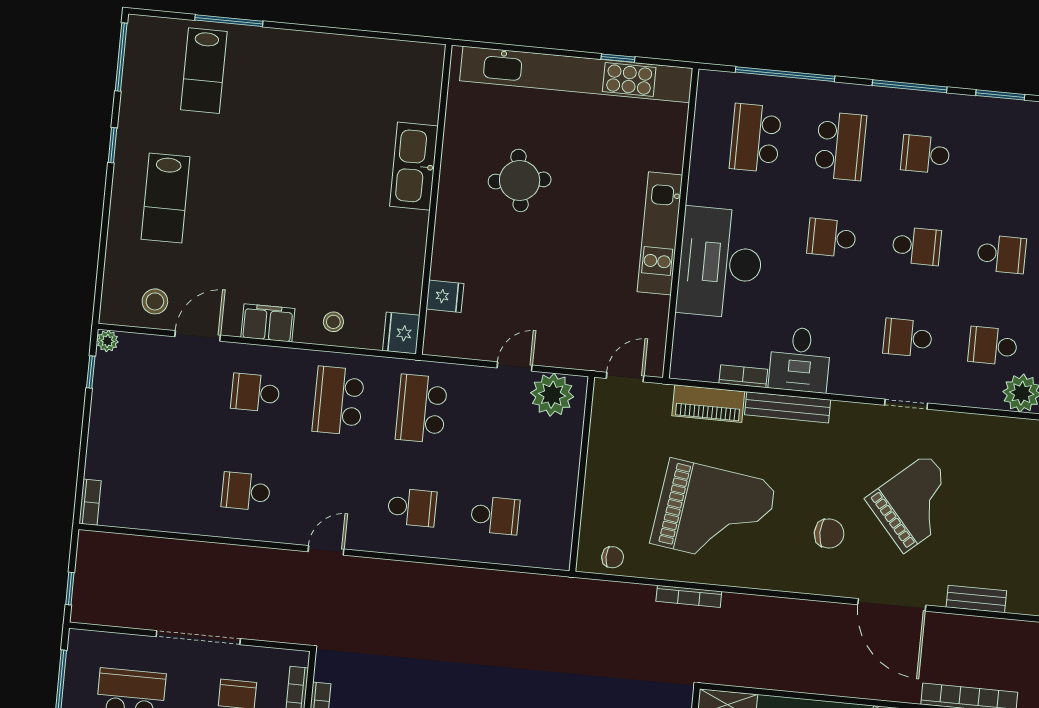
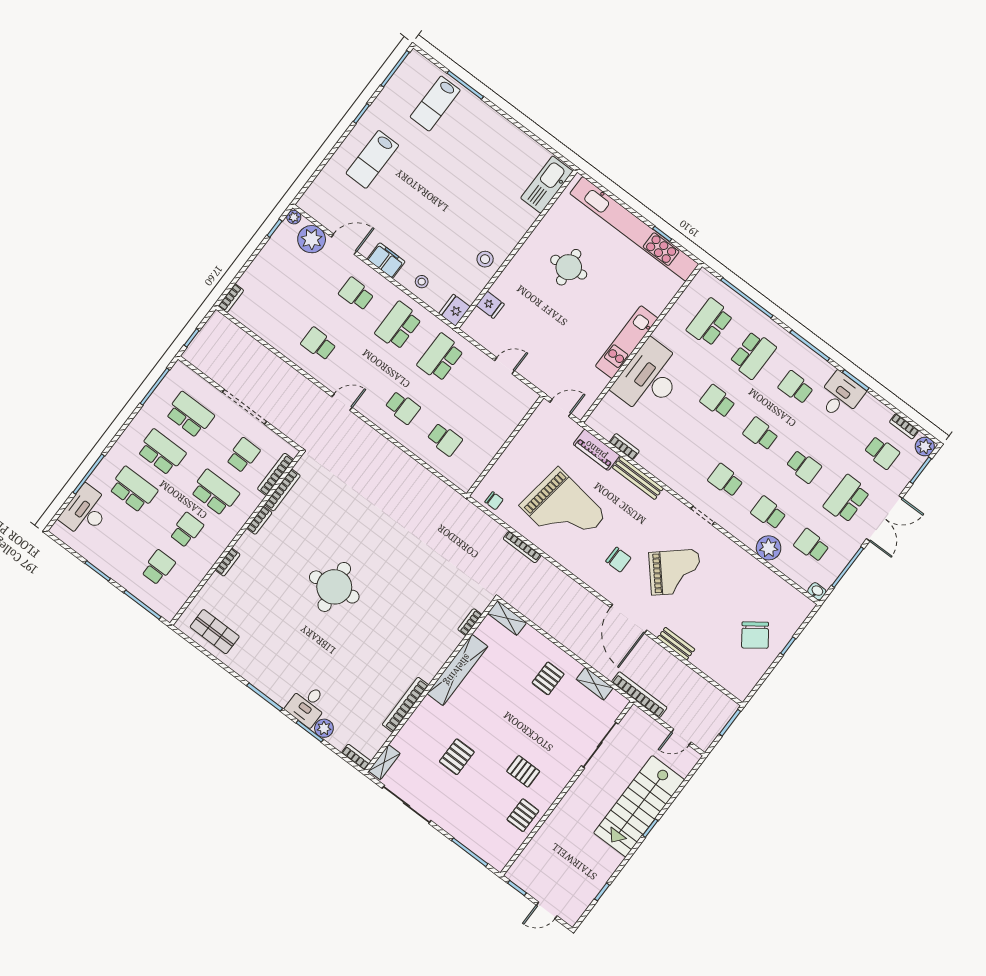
kitchen sink: (414, 166) -> (547, 185), moved
school desk: (917, 246) -> (761, 434), turned 180
stool: (155, 301) -> (485, 259), moved
desk: (800, 360) -> (840, 396), moved, turned 180
plant: (552, 395) -> (312, 239), moved

